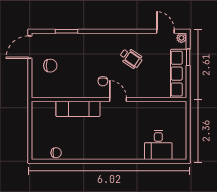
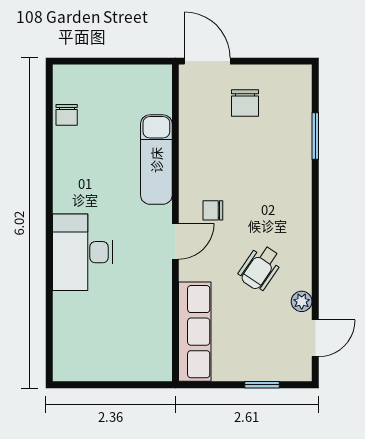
plant: (181, 38) -> (302, 301), moved
door: (30, 47) -> (207, 61), moved
row of seats: (179, 74) -> (195, 332), moved, turned 90
desk: (158, 145) -> (83, 252), moved, width x1.37

